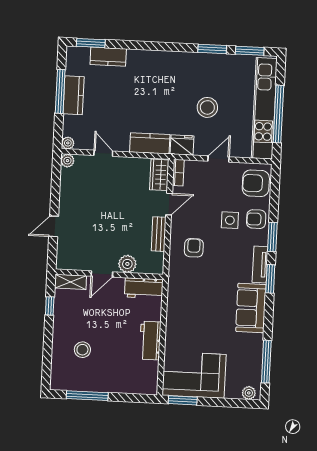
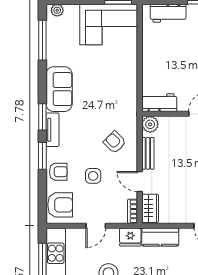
door: (169, 204) -> (140, 182), hinge flipped
side table: (230, 220) -> (93, 176), moved
armchair: (194, 248) -> (115, 142), turned 135
plant: (127, 264) -> (150, 124), moved
workbench: (150, 341) -> (168, 13), moved, turned 90

